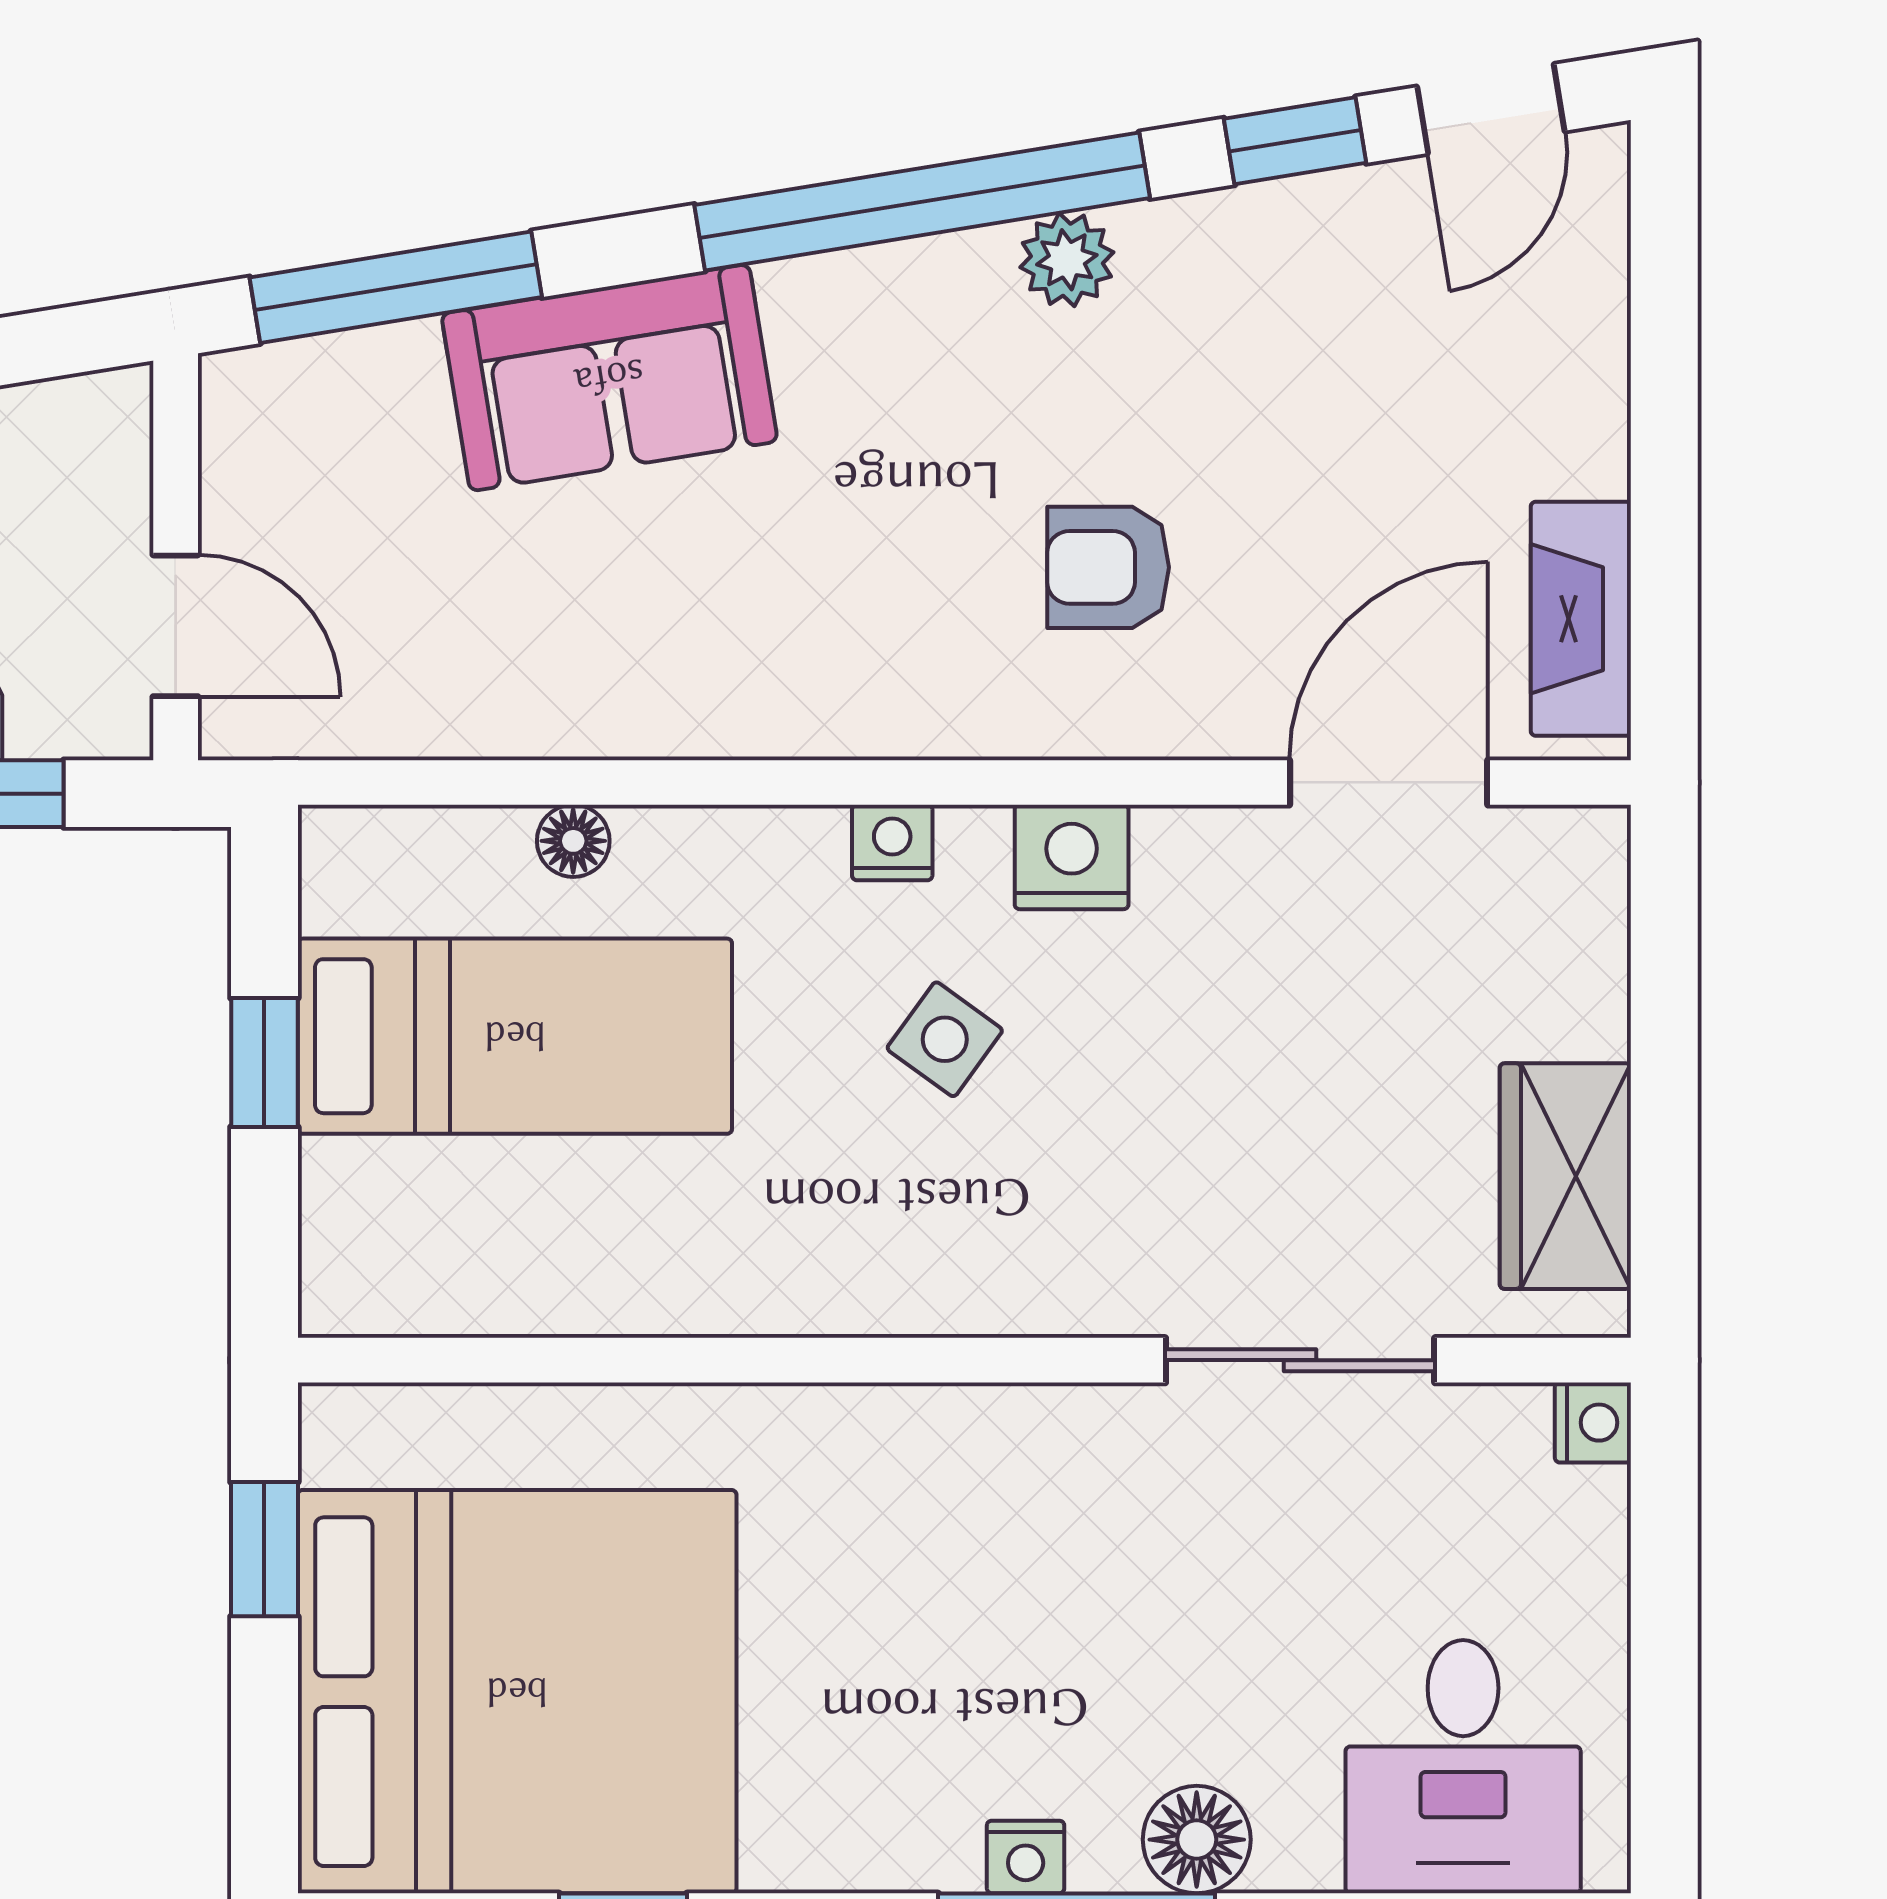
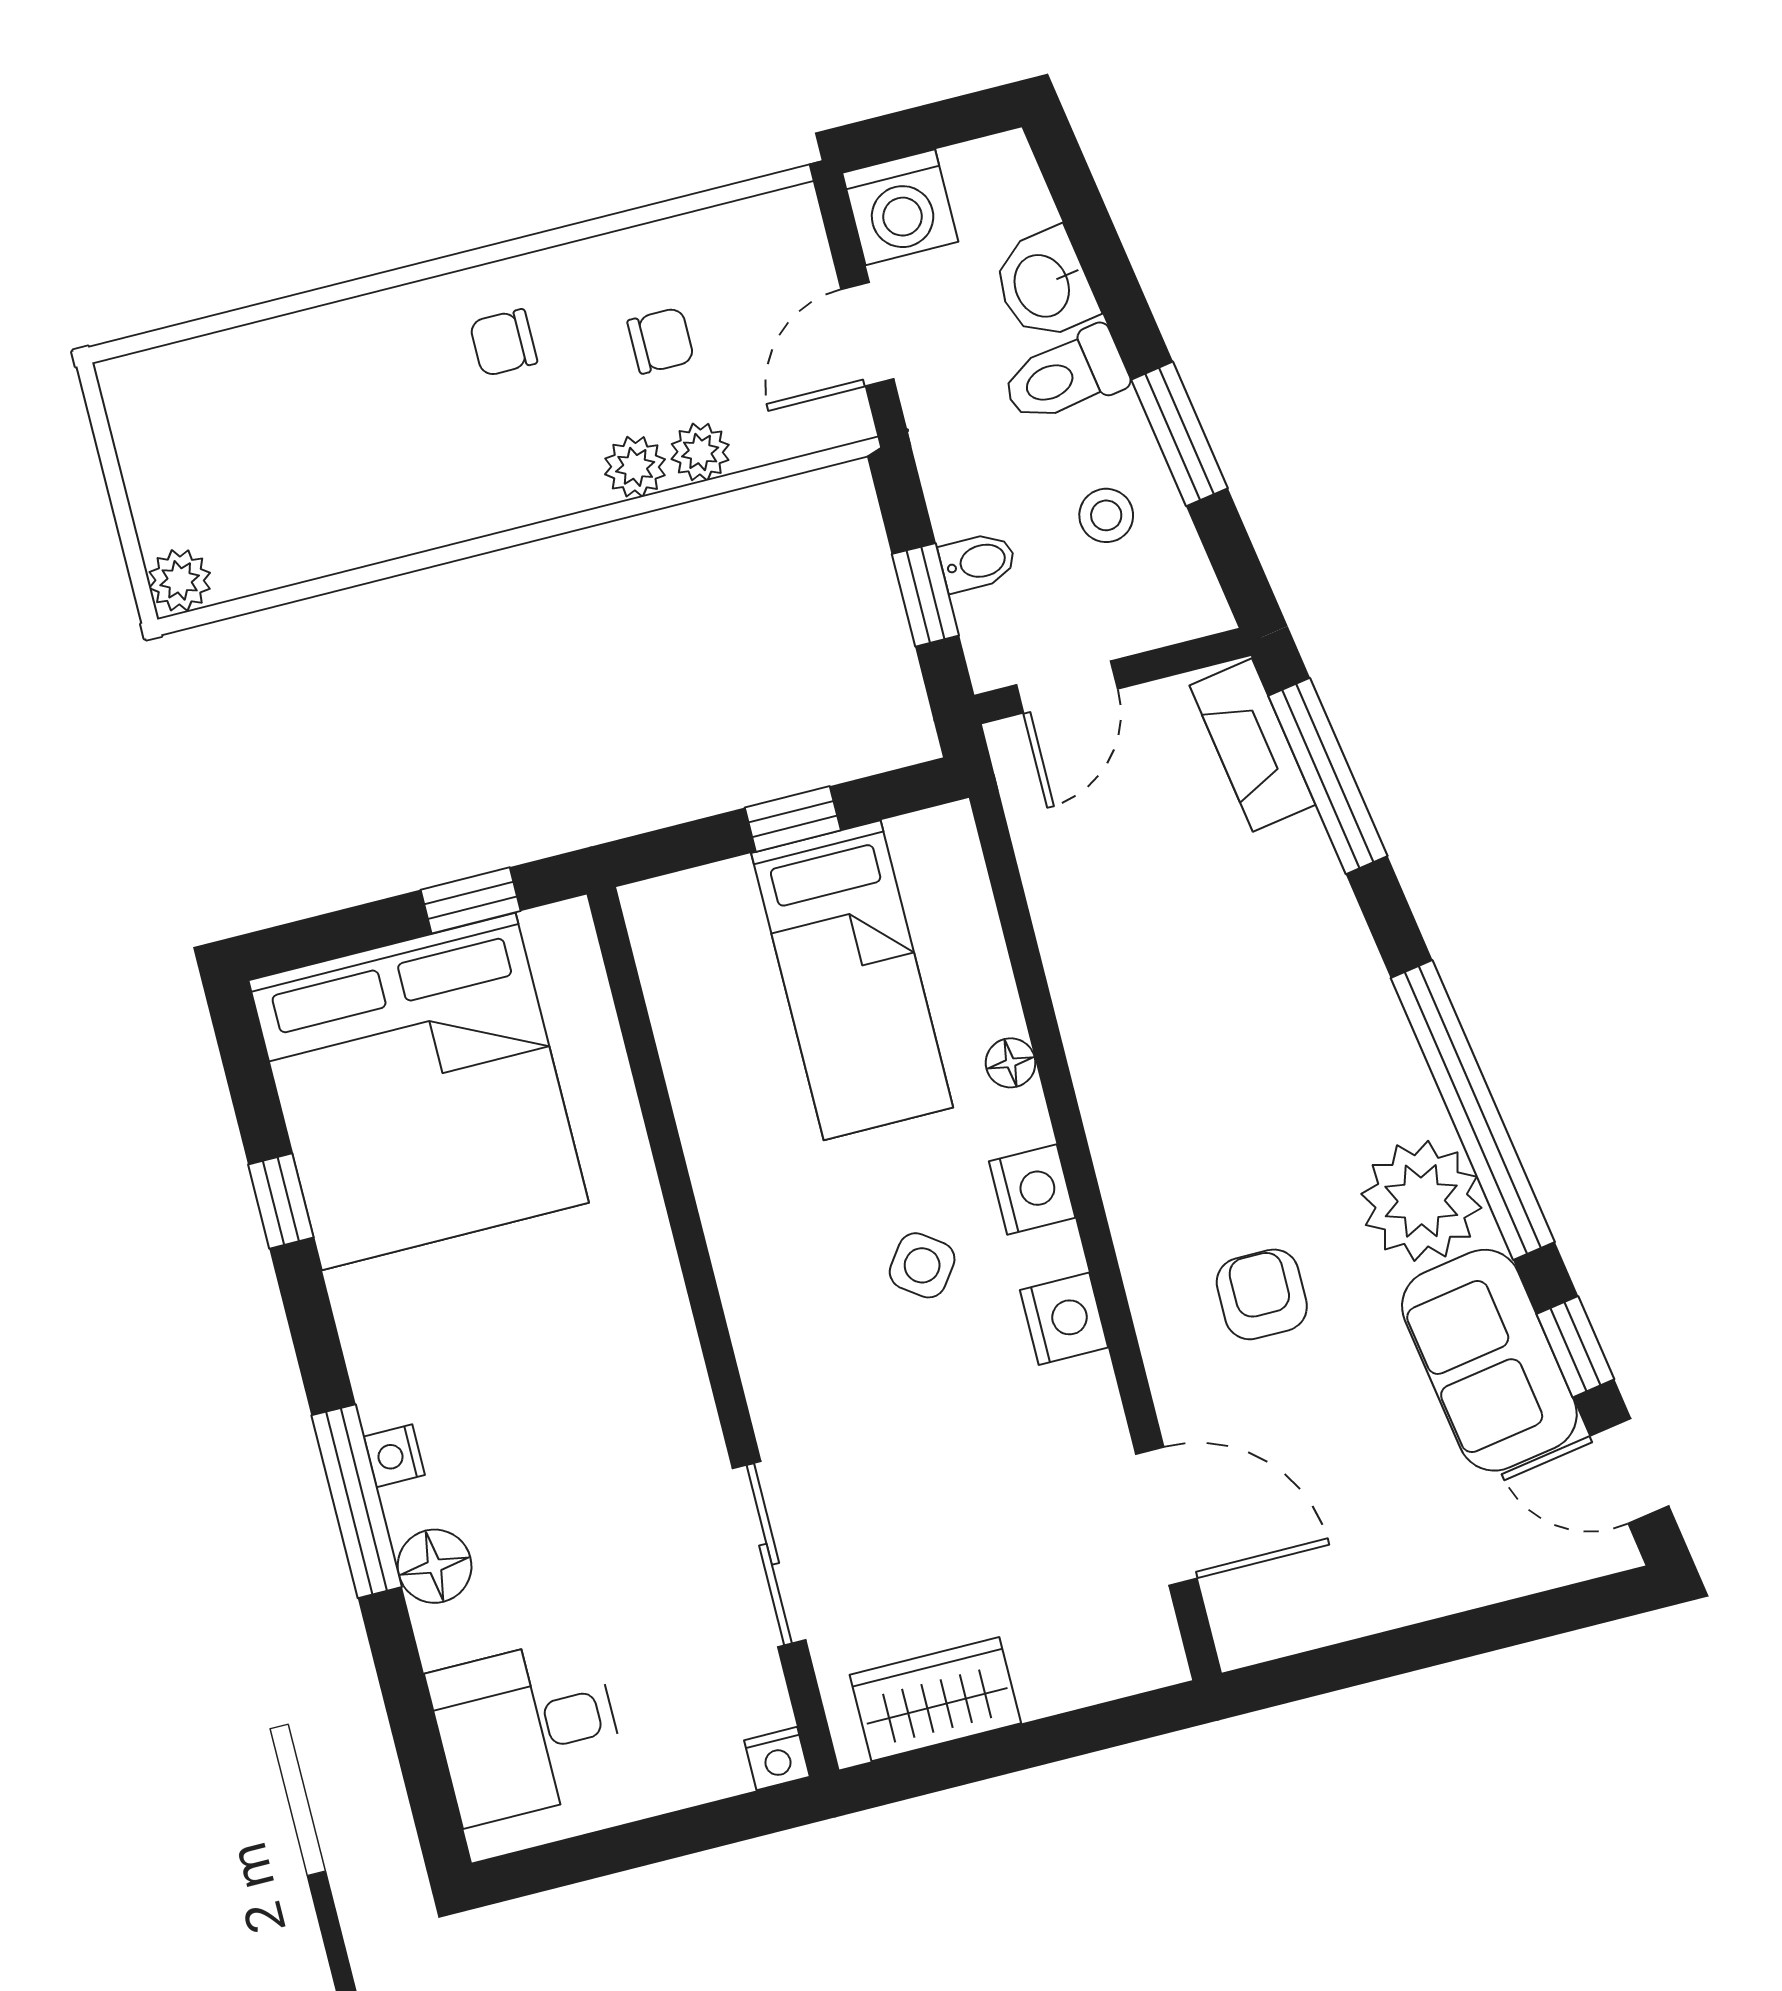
plant: (1067, 260) -> (1421, 1201), width x1.88, depth x1.88
sofa: (609, 378) -> (1489, 1360), moved
fireplace: (1581, 619) -> (1252, 745), moved, turned -99
floor lamp: (573, 841) -> (1011, 1063), moved
nightstand: (892, 843) -> (1032, 1190), width x1.39, depth x1.35

